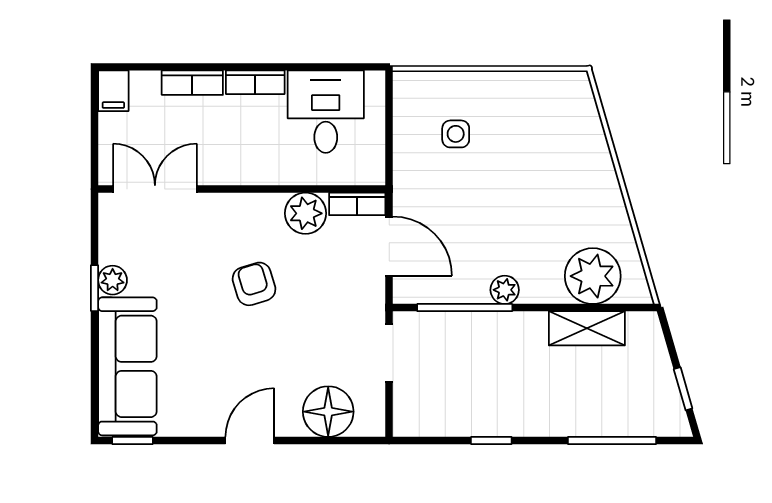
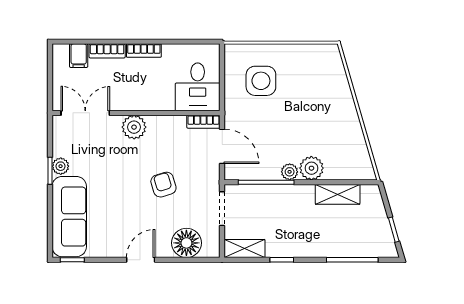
filing cabinet: (113, 91) -> (79, 56), moved
desk: (326, 112) -> (198, 87), moved, turned 180
side table: (456, 134) -> (261, 81), width x1.87, depth x1.87
plant: (306, 213) -> (134, 127), moved
plant: (593, 276) -> (311, 168), moved, width x0.73, depth x0.73
armchair: (254, 284) -> (163, 185), moved
shelving: (428, 421) -> (244, 249), added

